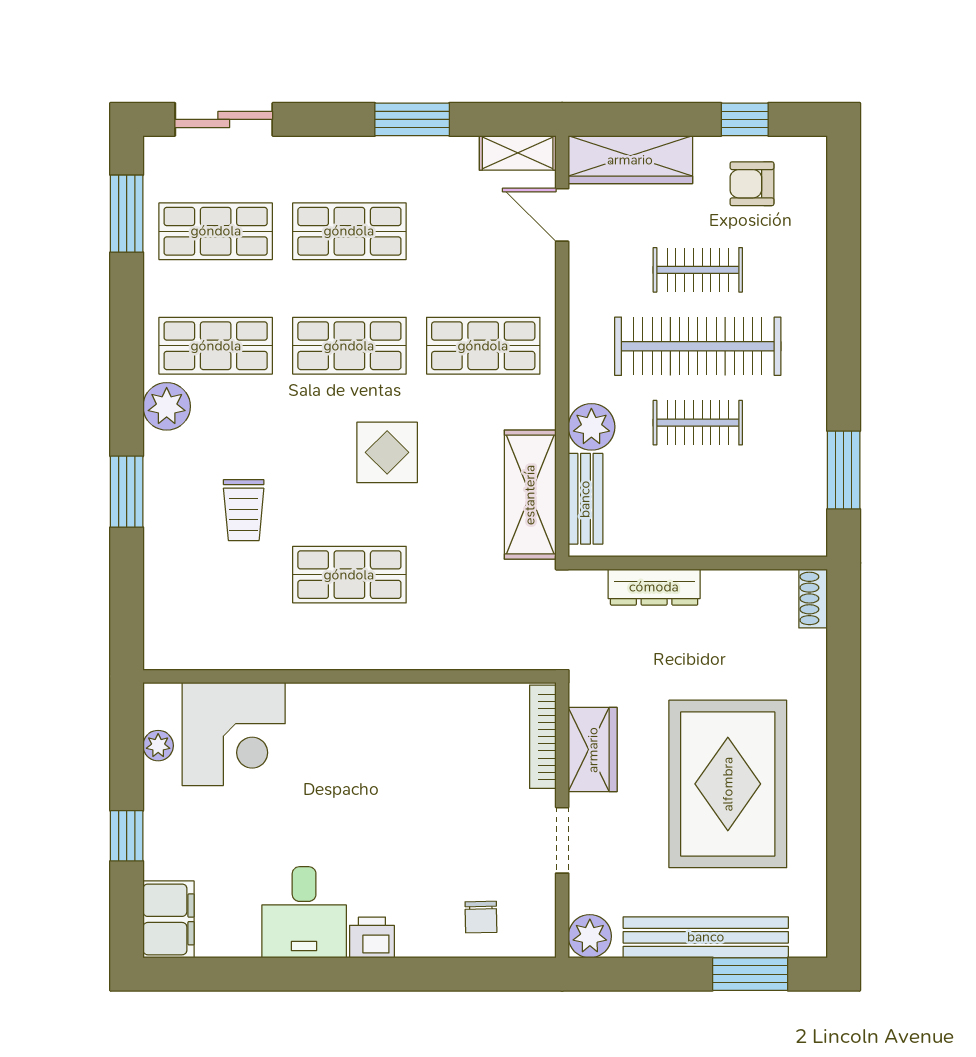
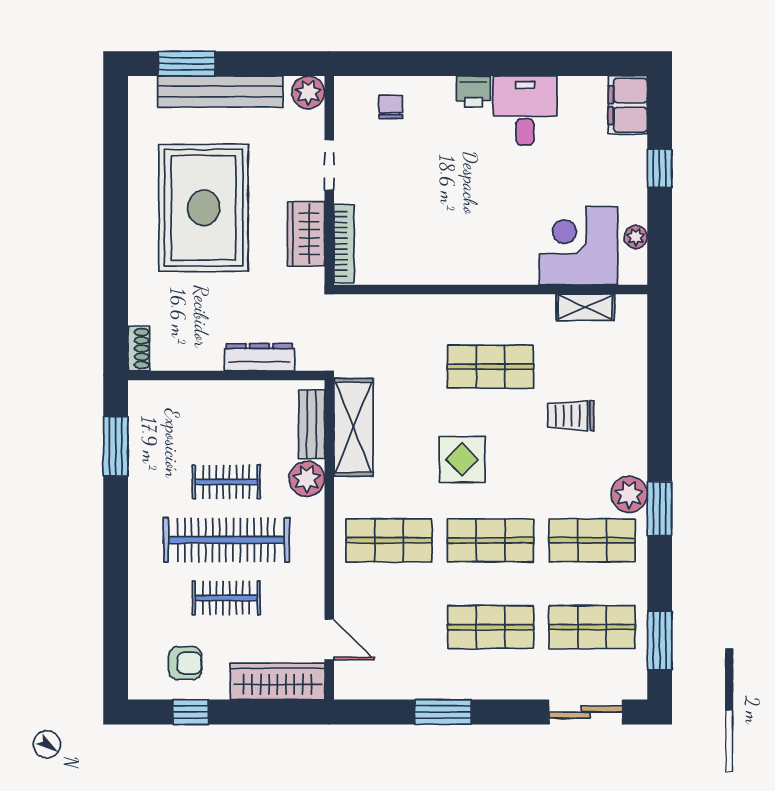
shelving: (518, 153) -> (585, 307), moved
window: (127, 492) -> (660, 509), moved
trolley: (244, 510) -> (571, 416), turned -90

